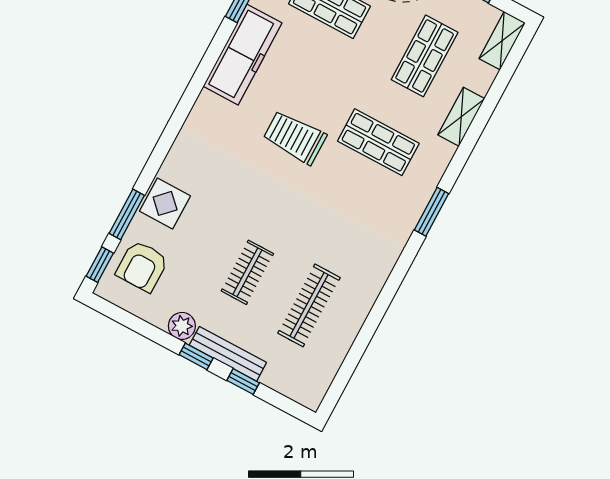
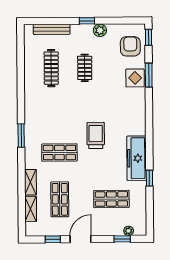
shelving: (502, 41) -> (31, 209), moved
trolley: (295, 137) -> (96, 135), turned -90
window: (127, 214) -> (149, 75), moved
bench: (228, 354) -> (52, 29), moved
window: (243, 382) -> (61, 21), removed

